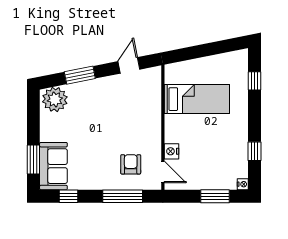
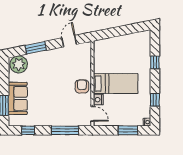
window: (255, 81) -> (155, 62), moved
bed: (197, 99) -> (116, 84), moved
armchair: (131, 164) -> (82, 86), moved
sofa: (53, 166) -> (18, 98), moved

